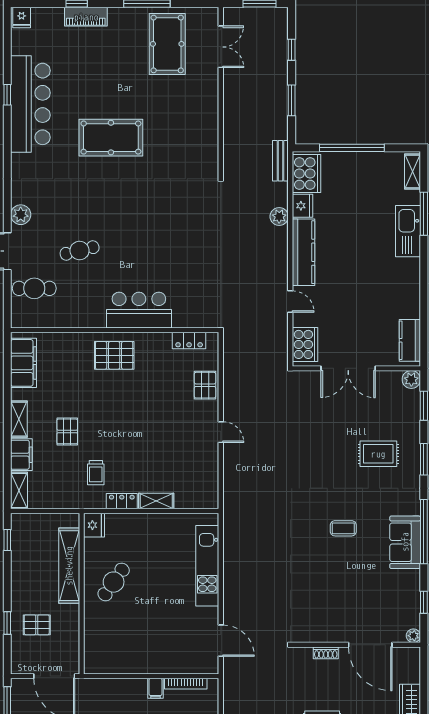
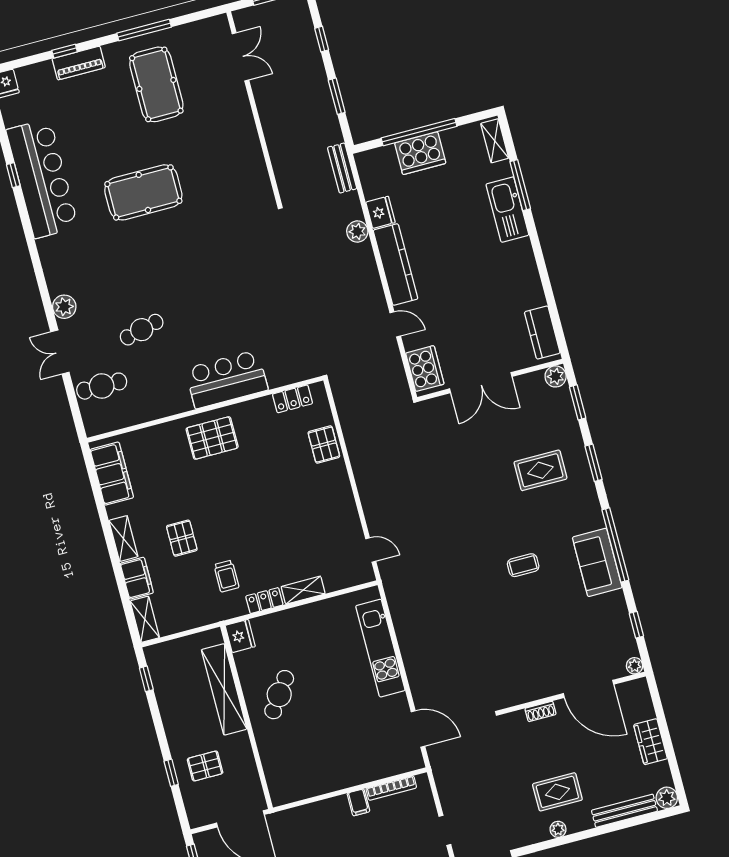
pool table: (167, 44) -> (156, 84), moved
cooker: (306, 174) -> (420, 153), moved, turned 90
door: (221, 432) -> (371, 550), moved

